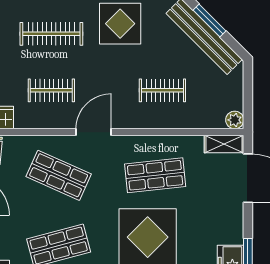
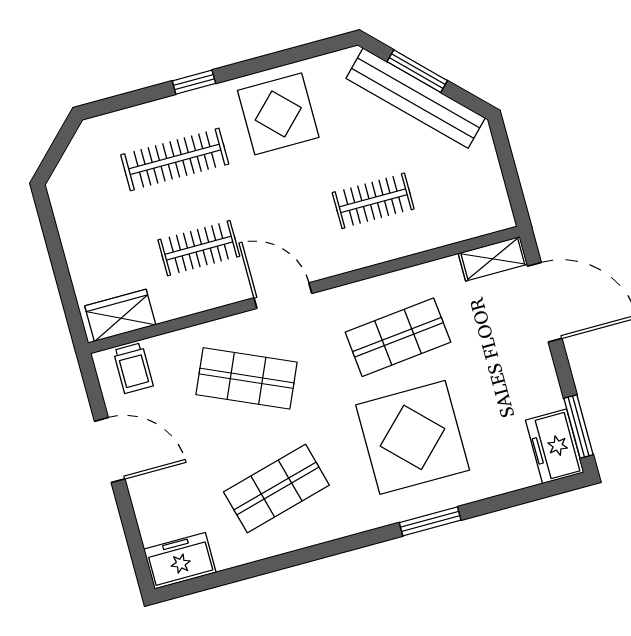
plant: (235, 120) -> (499, 216), removed
door: (94, 132) -> (283, 296), hinge flipped

